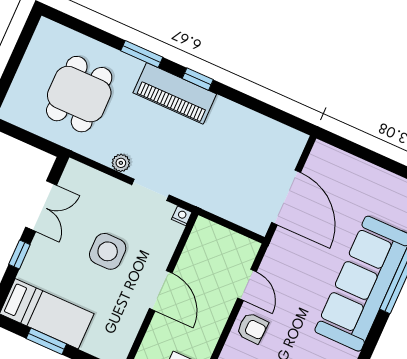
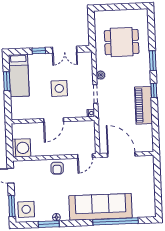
piano: (175, 93) -> (144, 105), moved
door: (286, 197) -> (121, 155), swing flipped
door: (247, 285) -> (85, 156), moved

